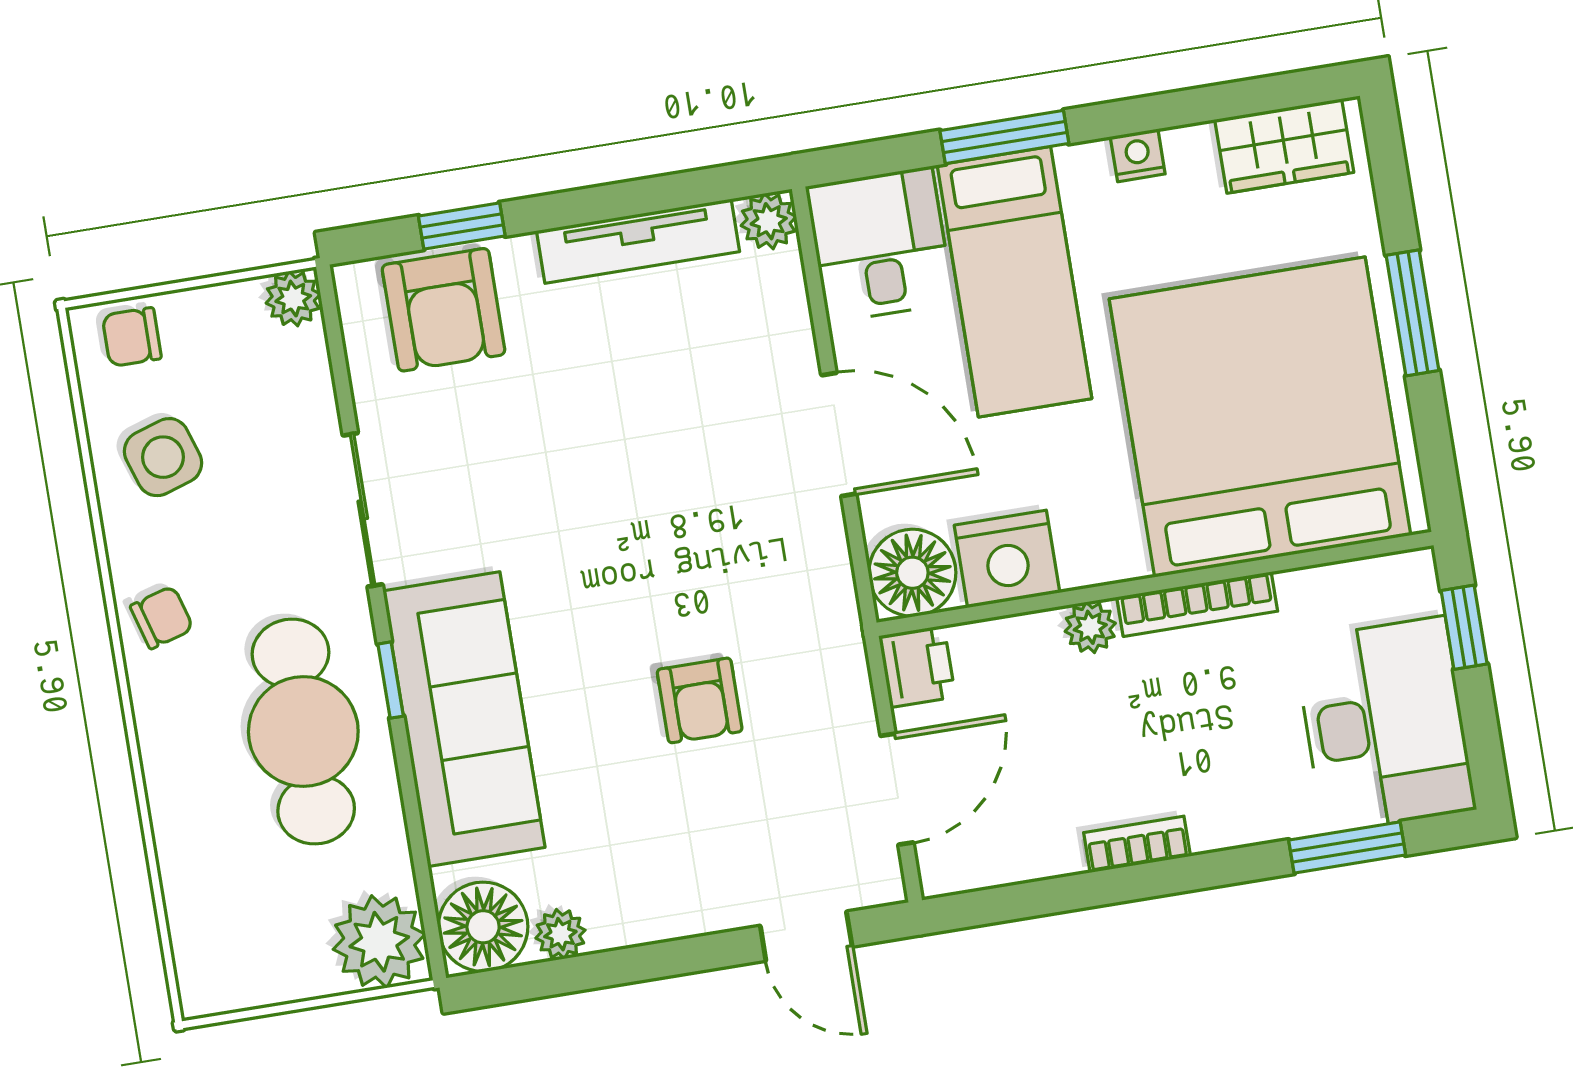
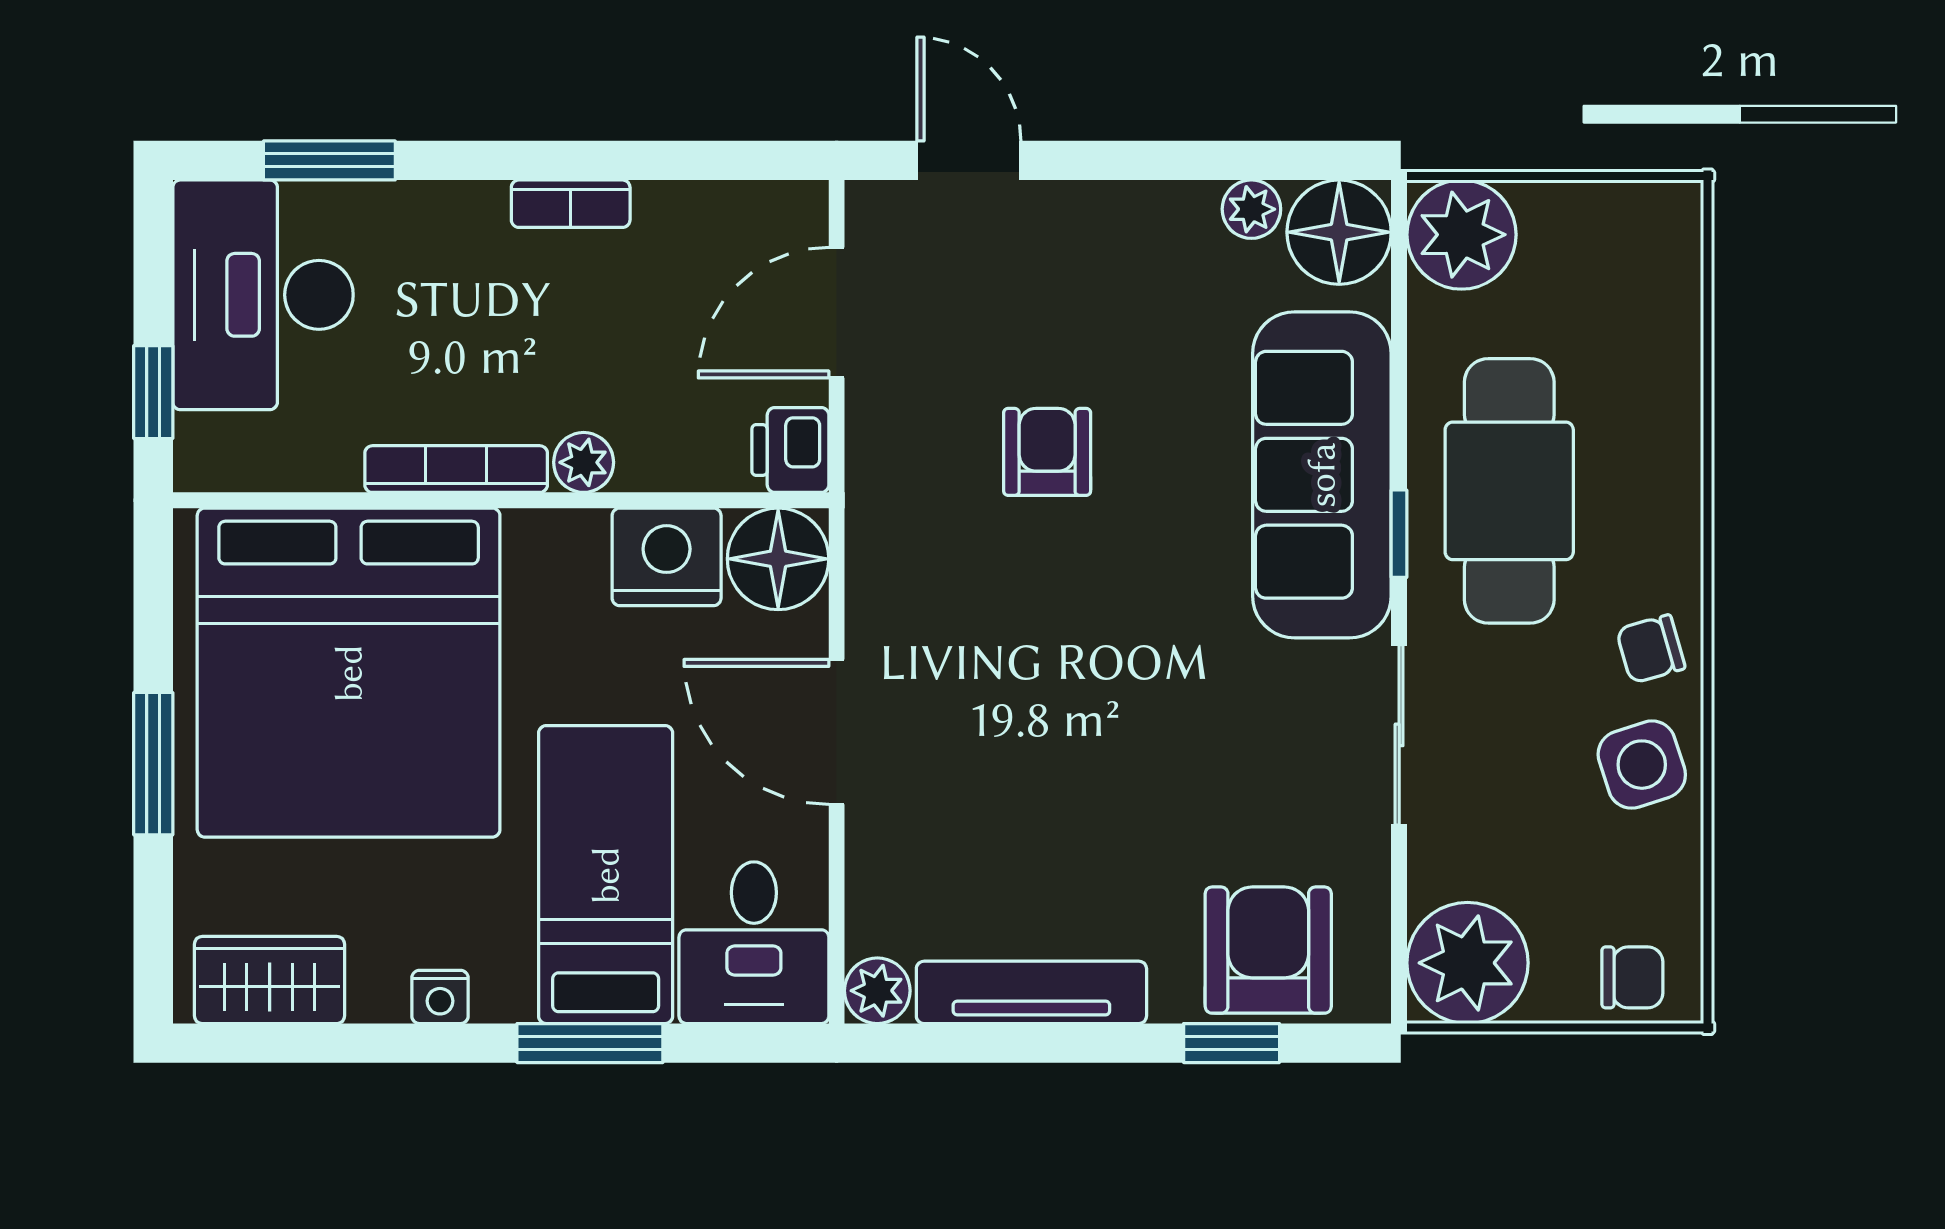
plant: (293, 299) -> (1467, 963), width x1.88, depth x1.88
side table: (163, 457) -> (1642, 765), moved

